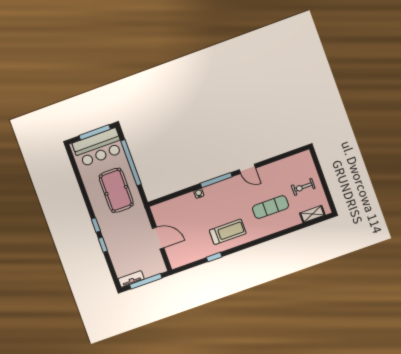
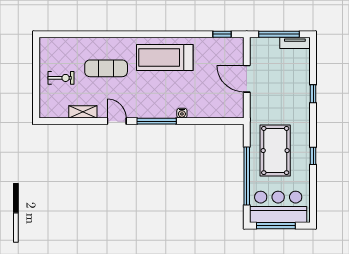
shelving: (312, 214) -> (83, 112), moved
window: (96, 225) -> (313, 156), moved
treadmill: (228, 232) -> (165, 57), width x1.37, depth x1.38
window: (214, 257) -> (222, 34), moved

